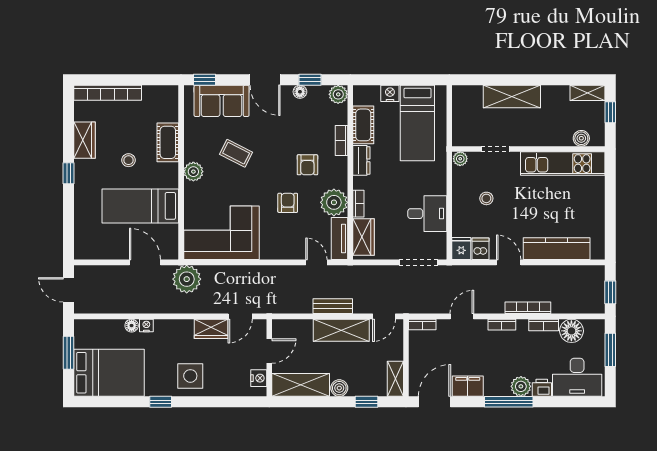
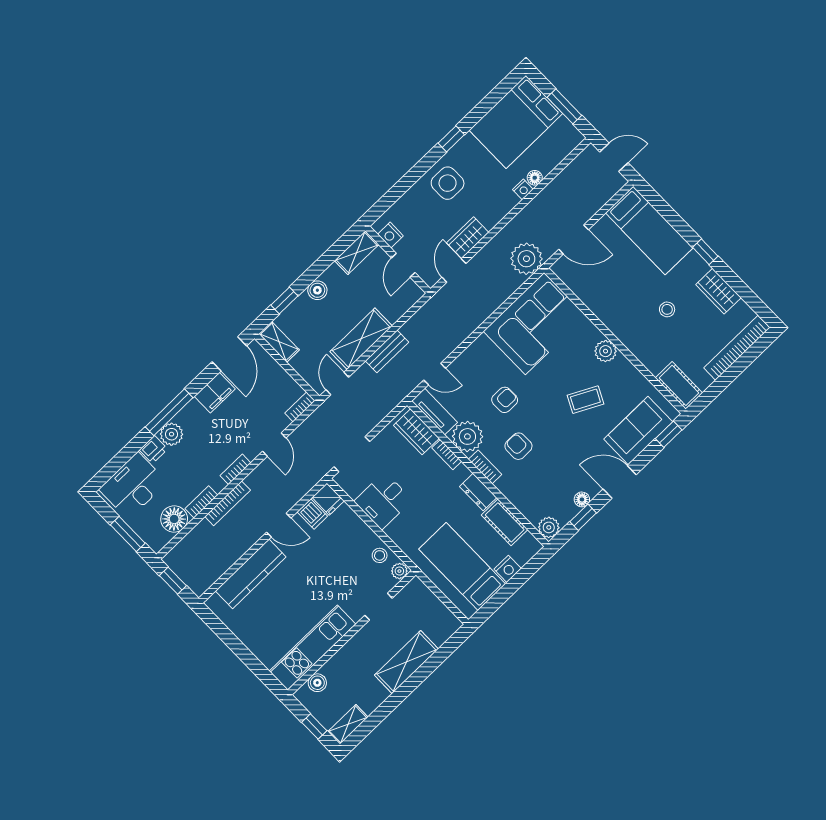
bookcase: (341, 141) -> (485, 467), moved
cot: (168, 142) -> (679, 385), moved
stool: (486, 198) -> (380, 555), moved
armchair: (288, 203) -> (505, 400), turned -90
bed: (140, 206) -> (649, 230), moved, turned 90
shelving: (301, 385) -> (357, 253), width x0.67, depth x0.75

